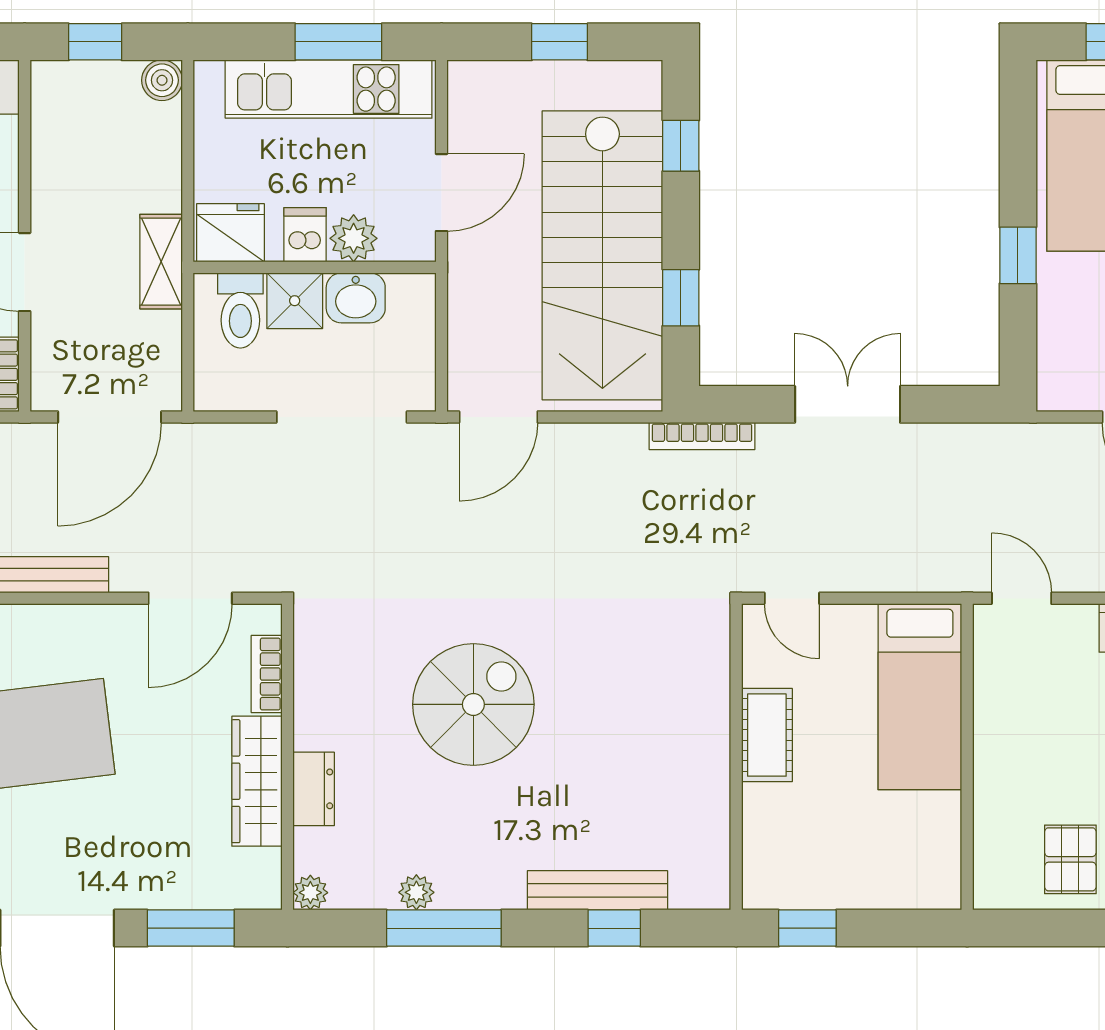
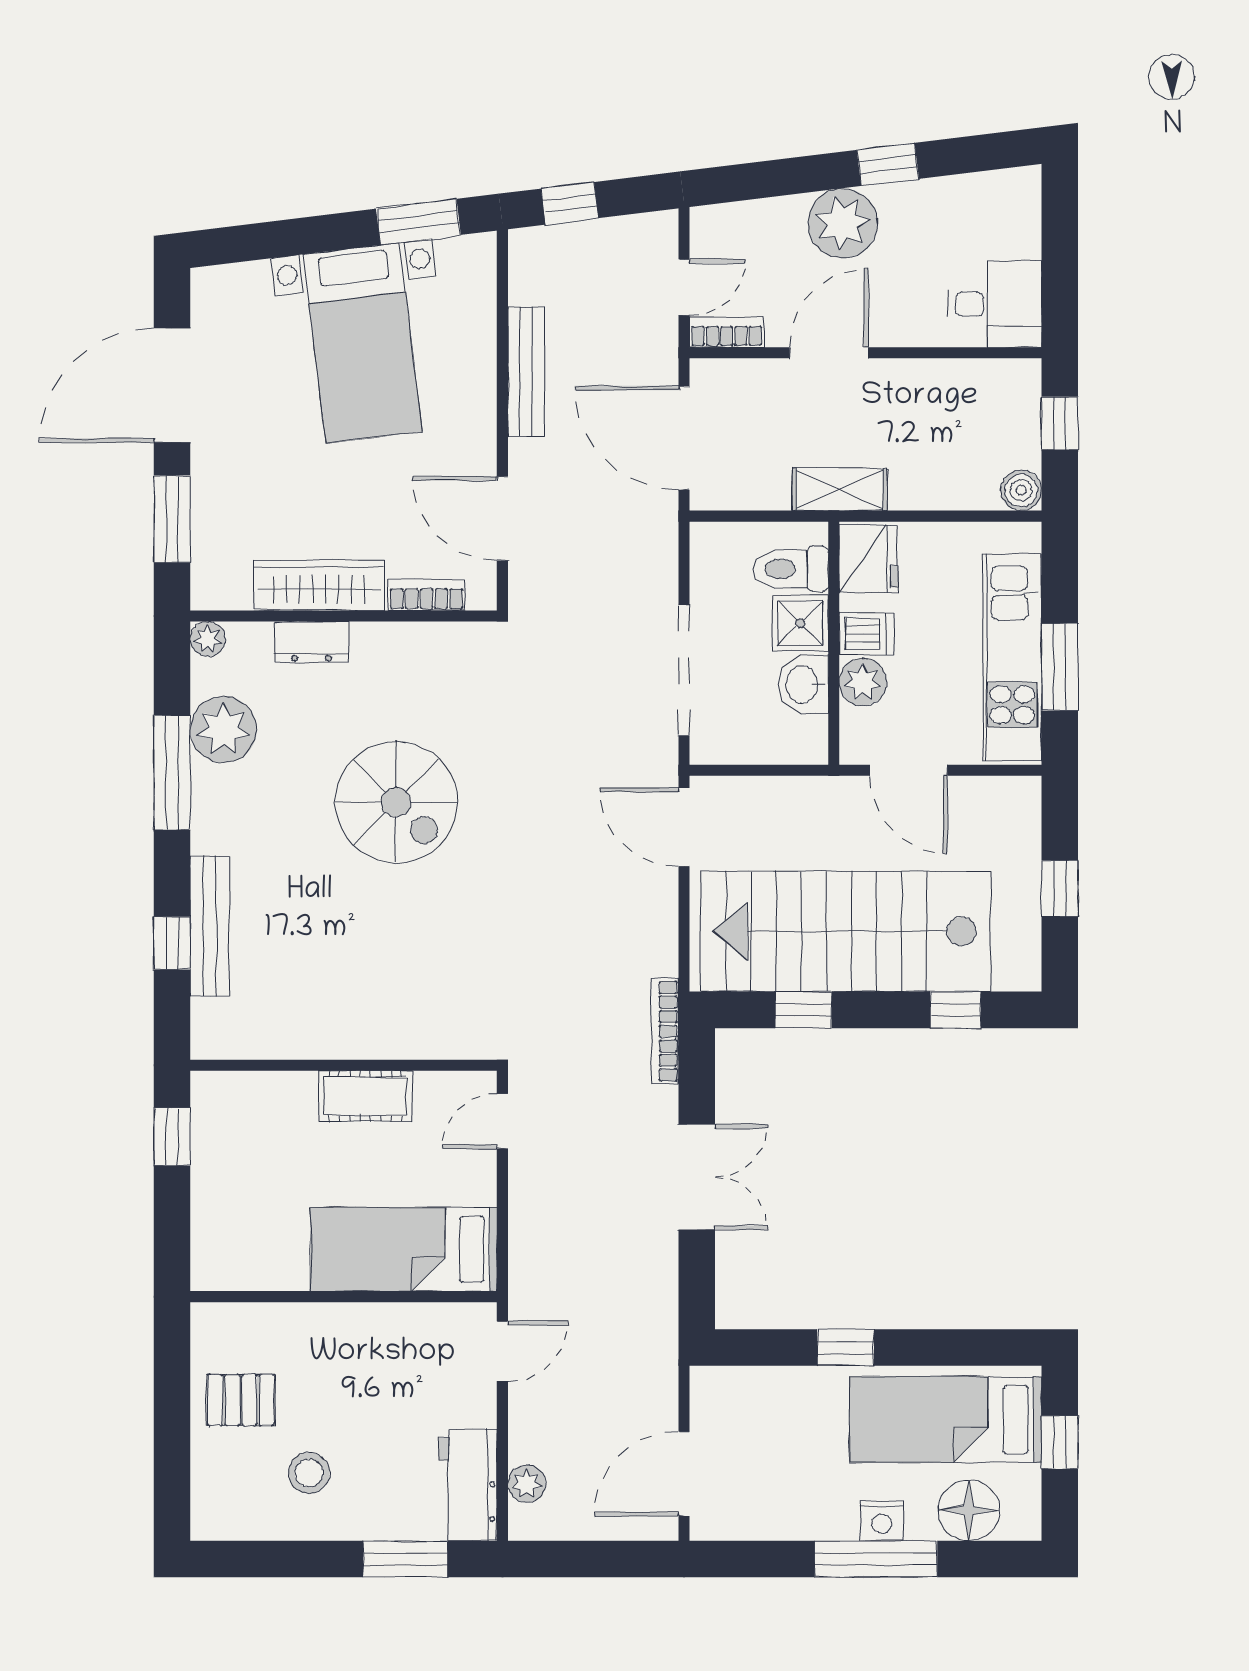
plant: (416, 892) -> (223, 730), width x1.88, depth x1.88

